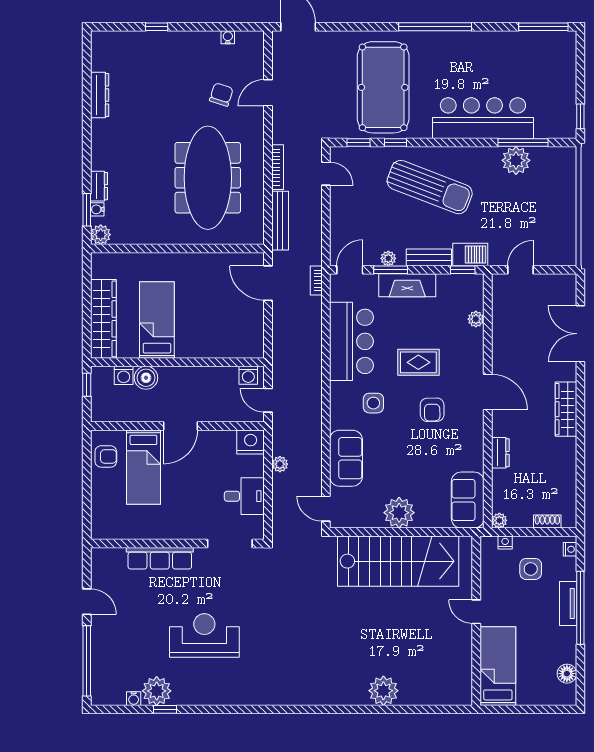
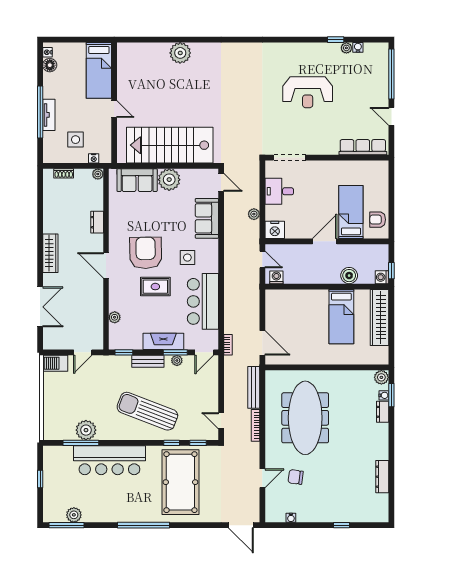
plant: (533, 41) -> (74, 515), added
chair: (221, 95) -> (296, 477), turned 80
window: (580, 116) -> (40, 479), moved
barbecue: (470, 255) -> (55, 363), moved
washing machine: (124, 375) -> (382, 277), moved, turned -90
armchair: (432, 410) -> (146, 253), width x1.88, depth x1.88
sofa: (468, 500) -> (137, 180), moved, turned 90
nightstand: (570, 549) -> (48, 52), moved
row of seats: (160, 558) -> (363, 147), moved
plant: (157, 691) -> (346, 48), width x0.53, depth x0.53

